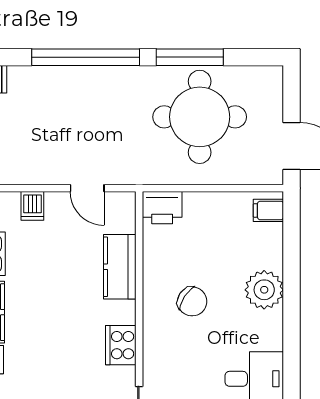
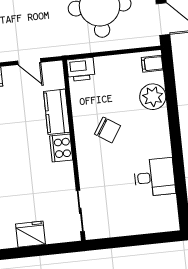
plant: (264, 290) -> (153, 97), moved
cooker: (121, 345) -> (61, 148), moved

